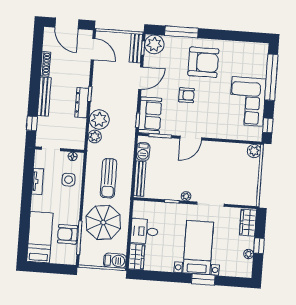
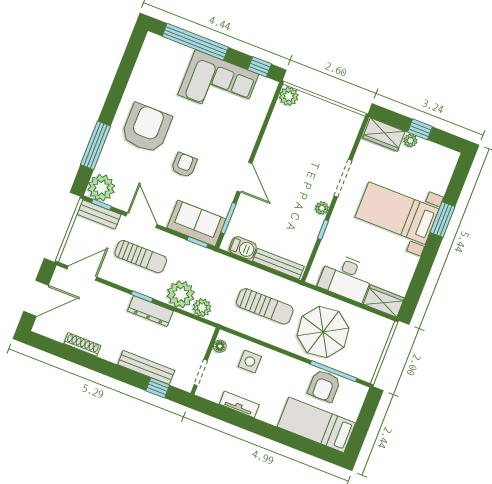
sun lounger: (116, 85) -> (141, 257), added
bench: (44, 97) -> (146, 367), moved
desk: (144, 231) -> (346, 277), width x1.37
plant: (249, 254) -> (410, 141), moved
barbecue: (115, 261) -> (380, 332), removed

